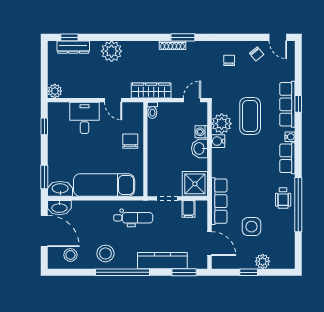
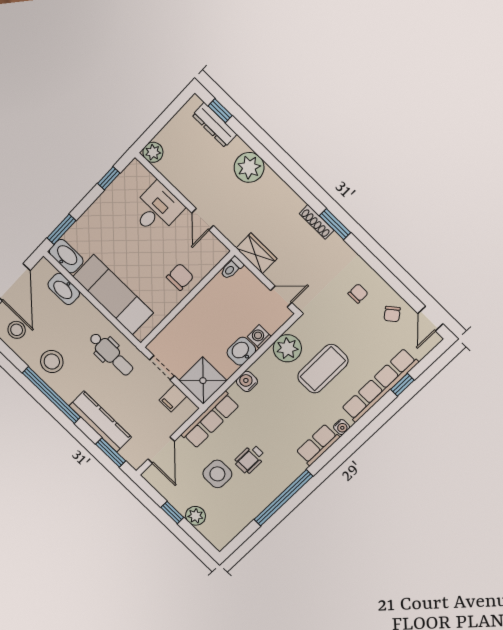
wardrobe: (151, 90) -> (257, 253), width x0.67
row of seats: (287, 104) -> (380, 385), width x1.36
window: (298, 104) -> (402, 385), moved
water cooler: (218, 141) -> (247, 381), moved
wheelchair: (283, 198) -> (250, 459), moved
washbasin: (59, 208) -> (64, 289), moved

